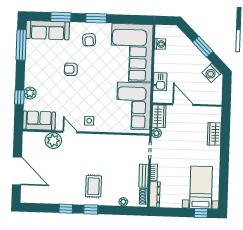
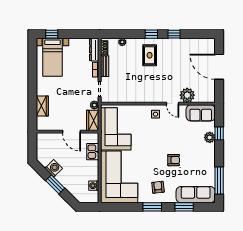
washing machine: (212, 73) -> (54, 168), moved

